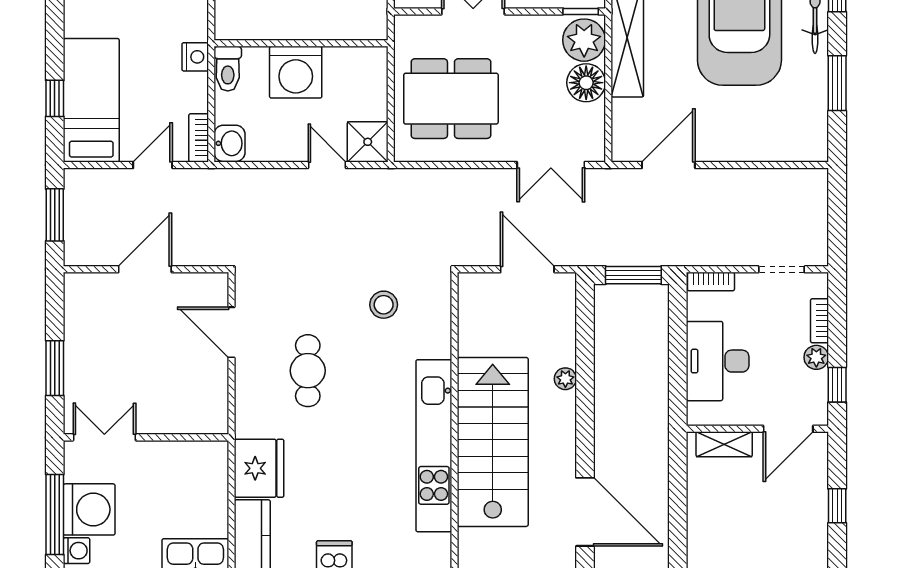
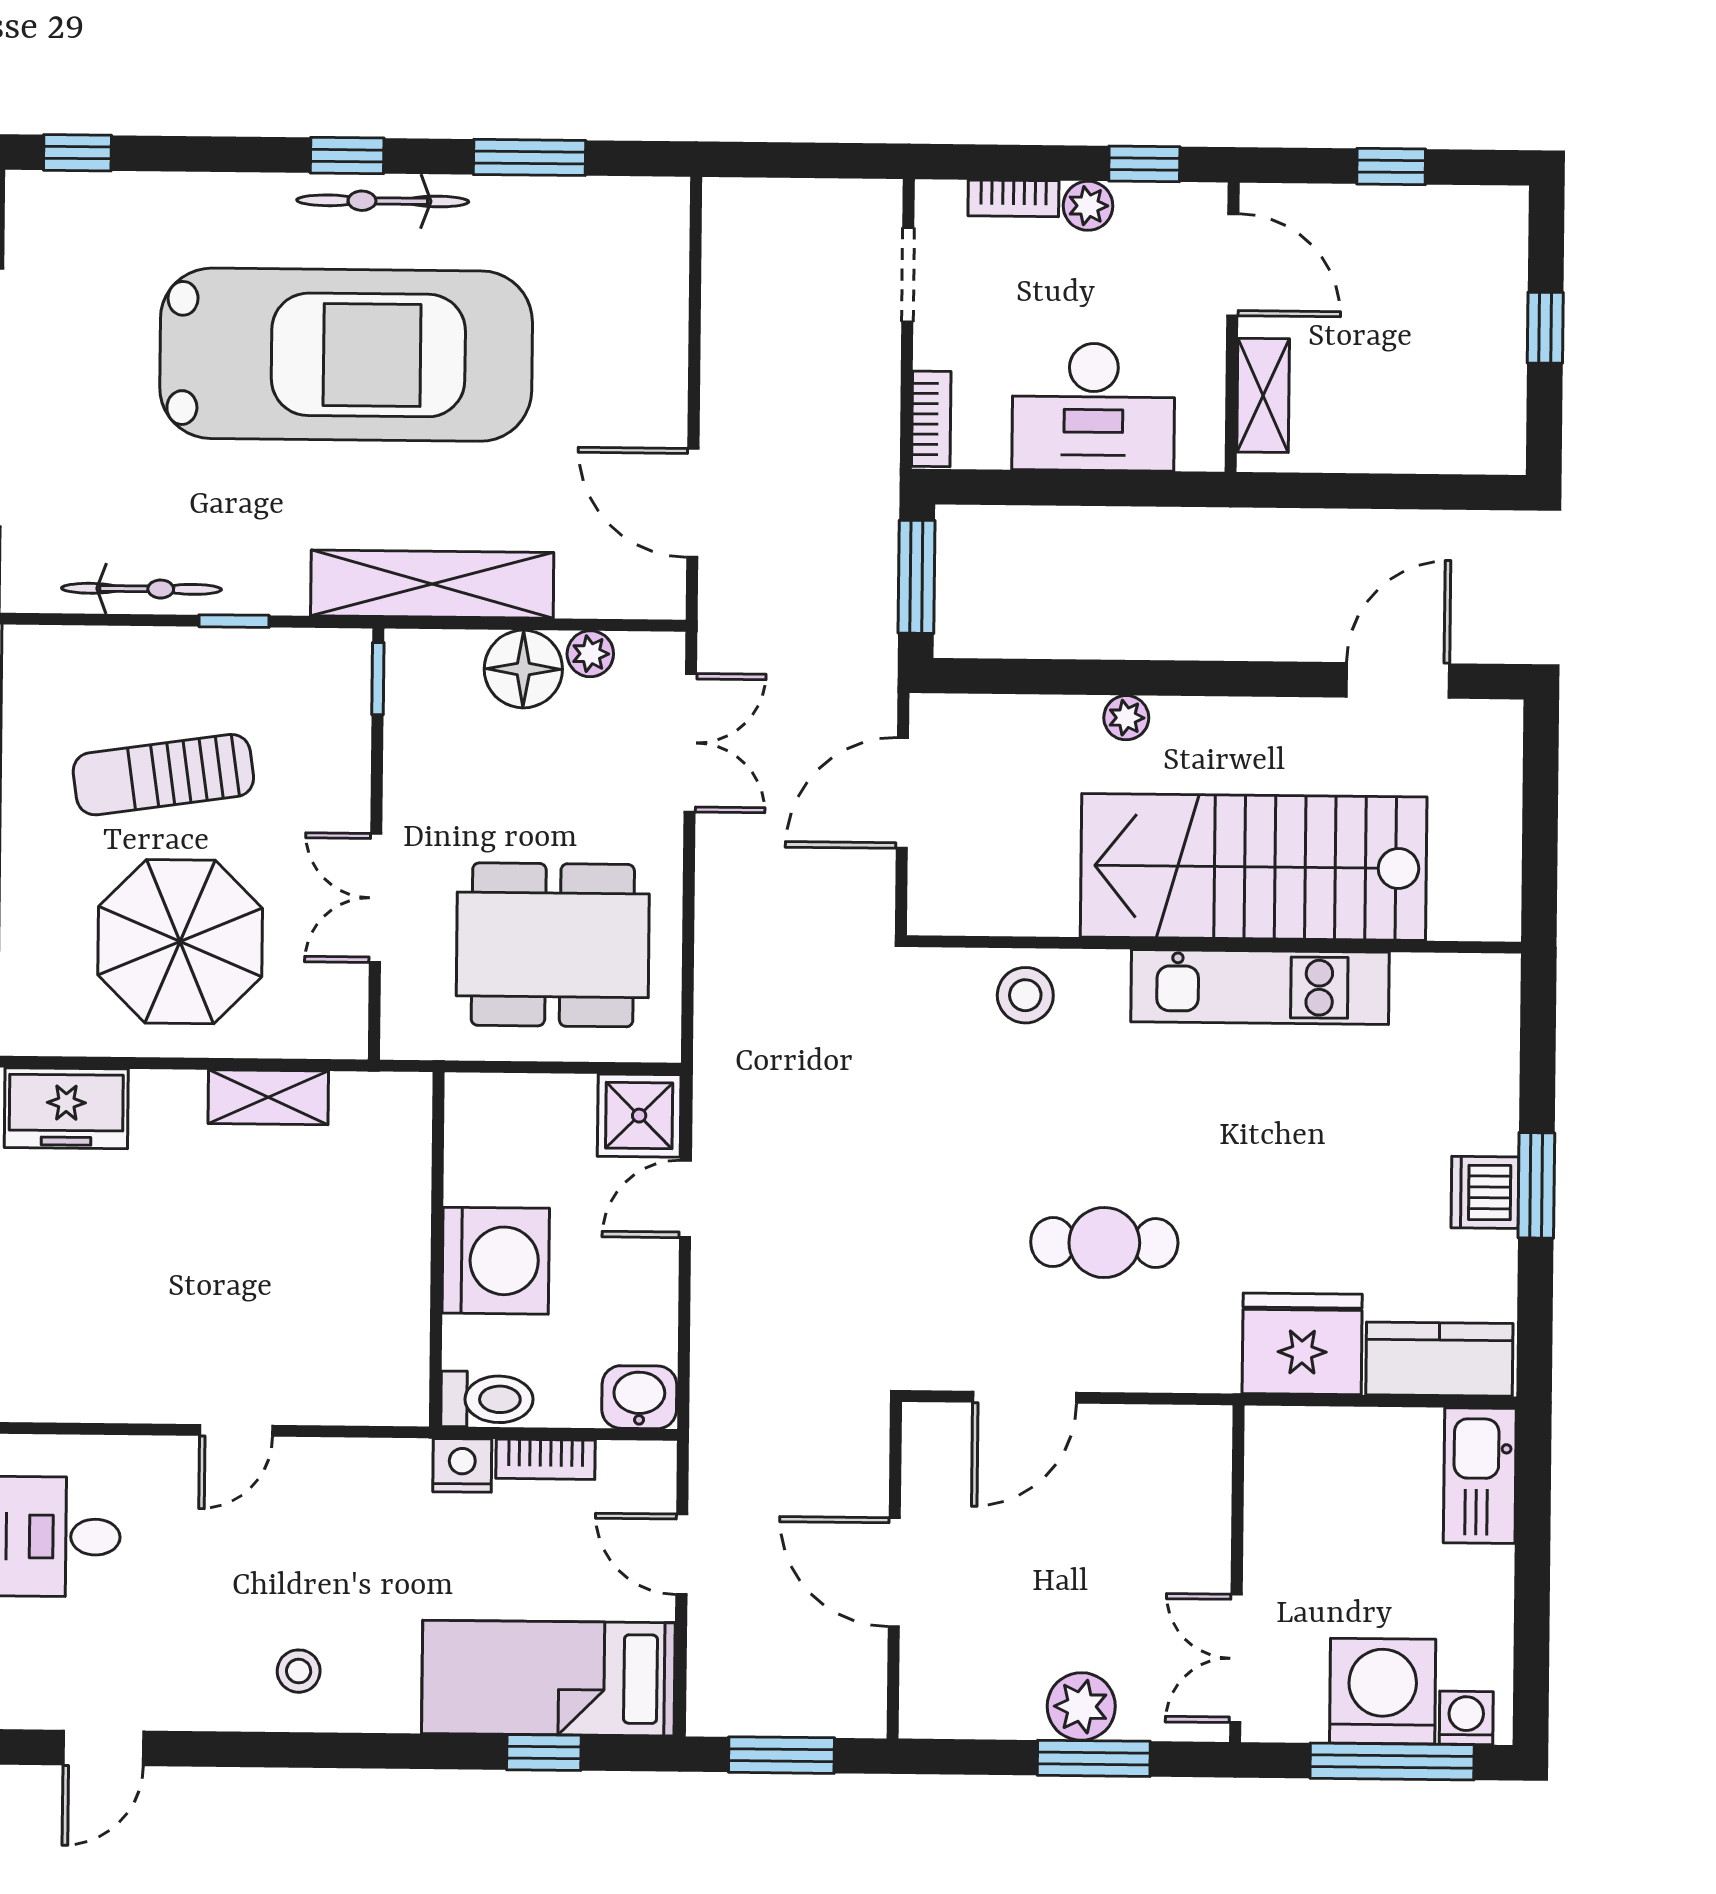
plant: (584, 40) -> (590, 654), moved, width x0.53, depth x0.53
dining table: (451, 99) -> (553, 945), turned 90
bookcase: (199, 138) -> (545, 1459), moved
stool: (384, 305) -> (1025, 995), moved
plant: (80, 362) -> (1081, 1706), added
kitchen unit: (434, 446) -> (1260, 987), width x0.73
door: (585, 512) -> (1398, 680), width x0.73

